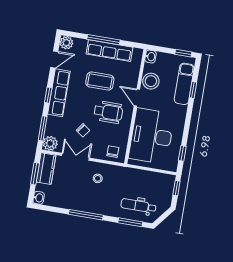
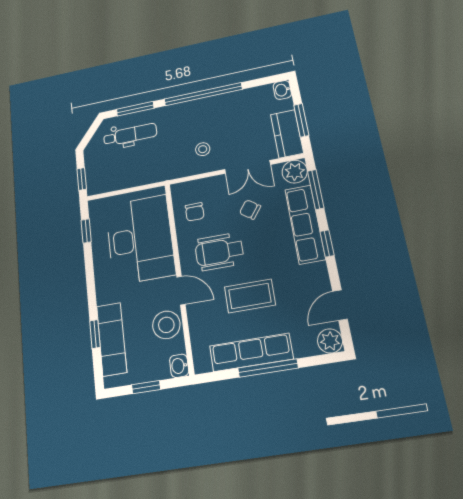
window: (183, 53) -> (146, 387), moved
row of seats: (59, 93) -> (305, 224), moved
chair: (113, 152) -> (195, 212), moved
window: (86, 215) -> (203, 94), width x1.46

